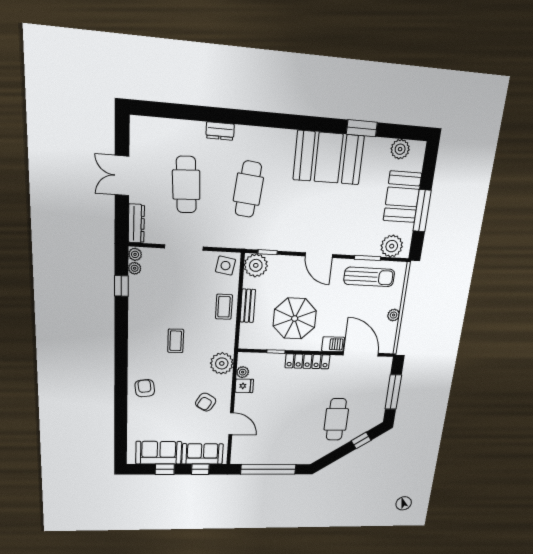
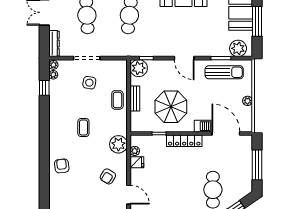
side table: (226, 266) -> (89, 83), moved

